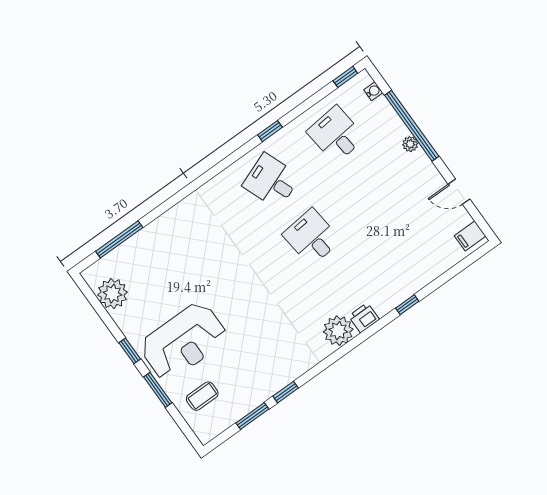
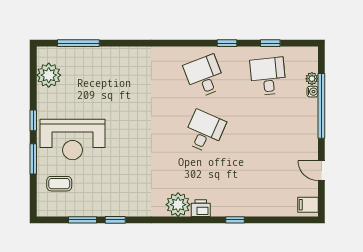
window: (345, 77) -> (270, 43), moved
water cooler: (373, 91) -> (313, 92), moved
plant: (410, 144) -> (312, 79), moved
desk: (312, 237) -> (204, 132), turned 30

